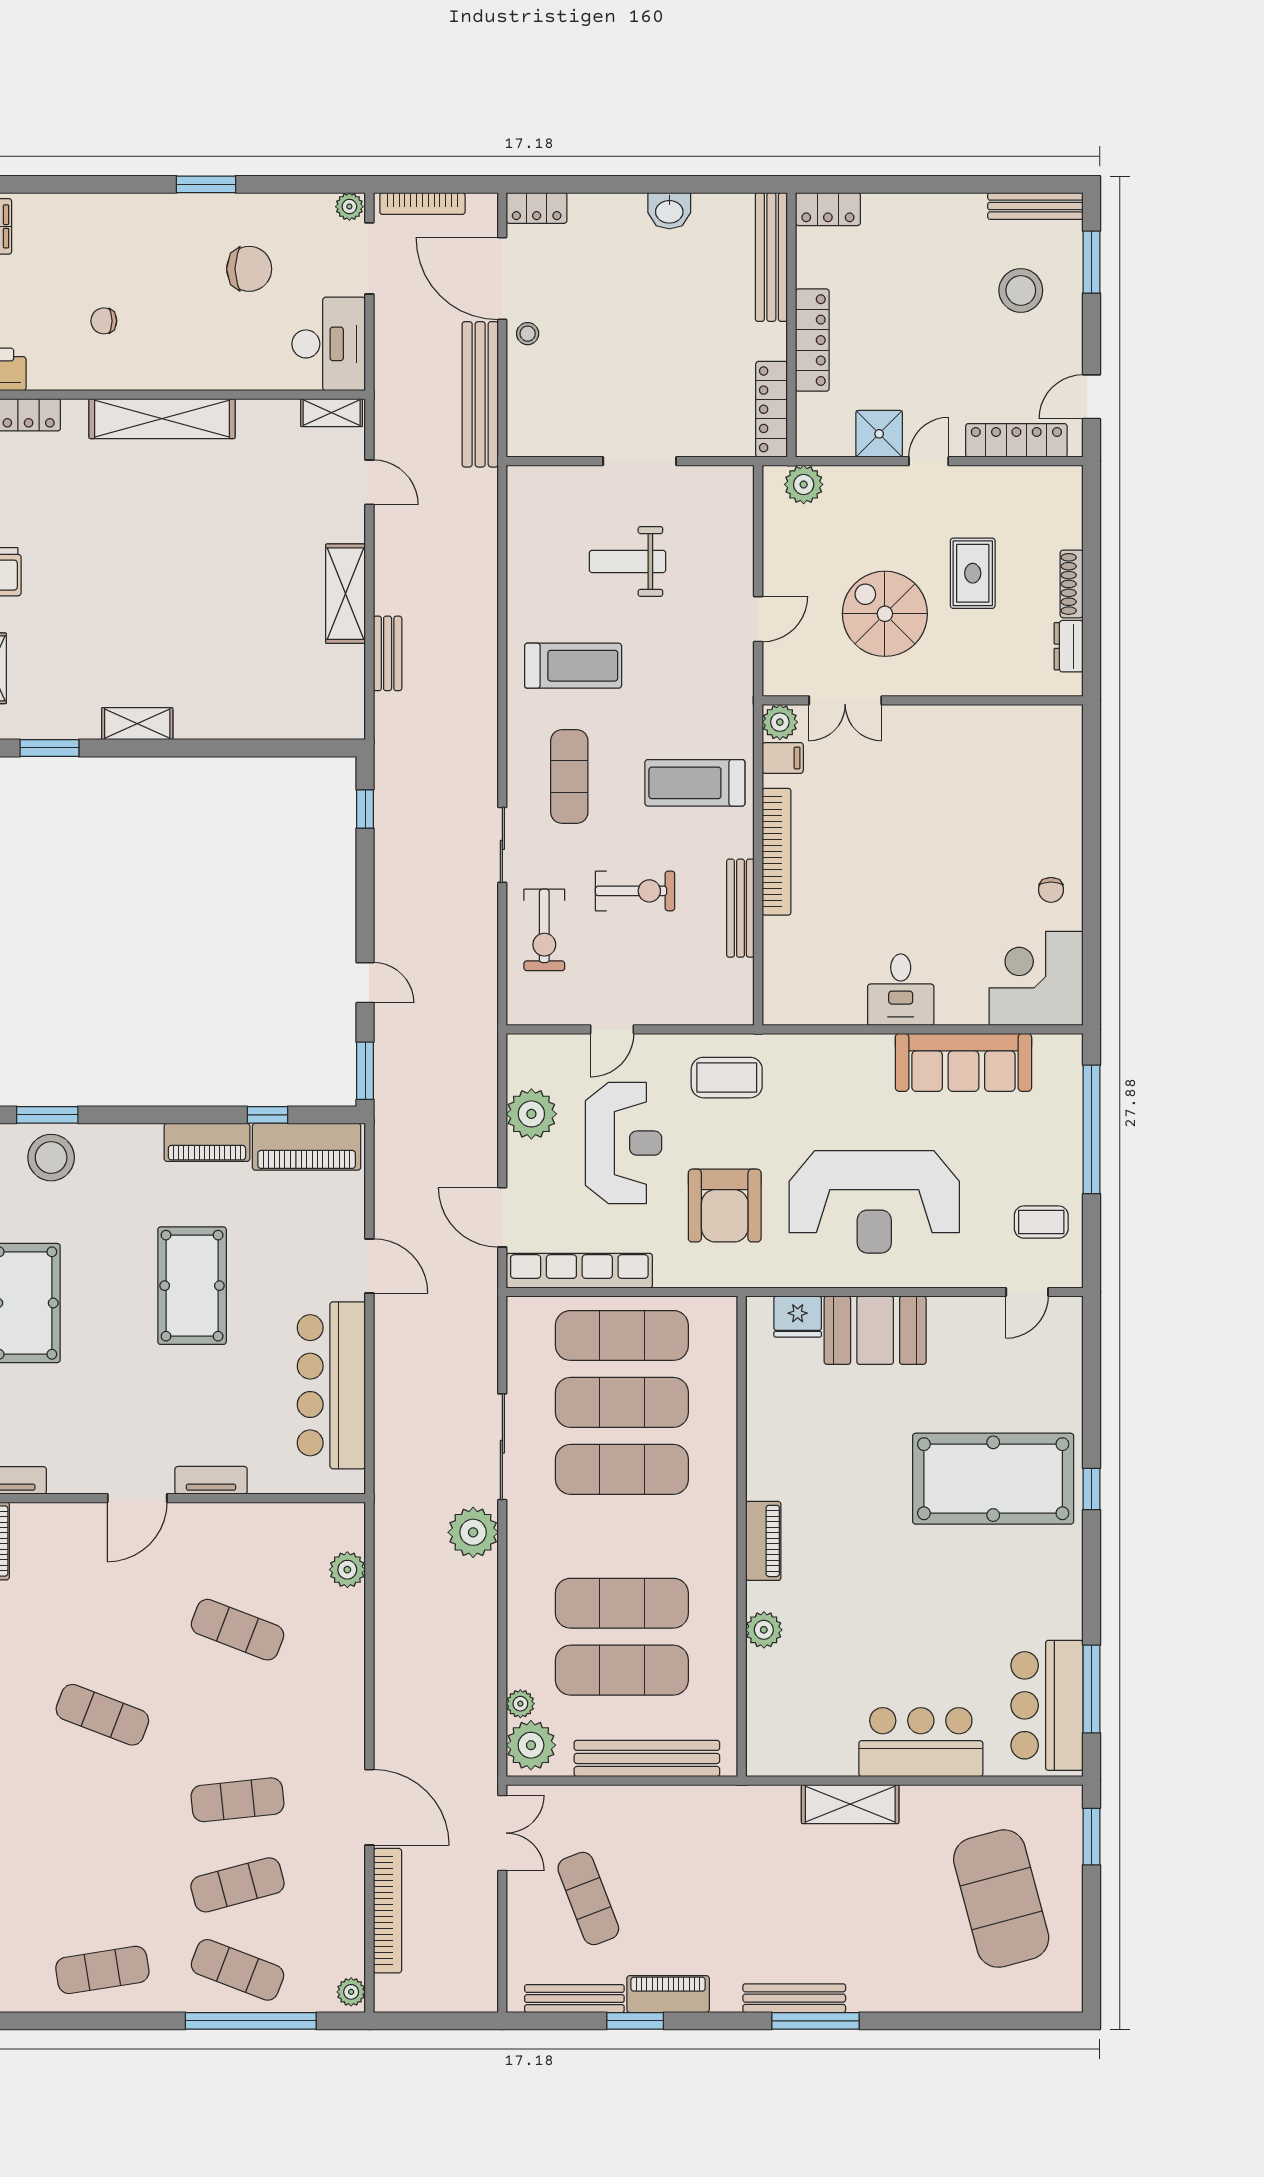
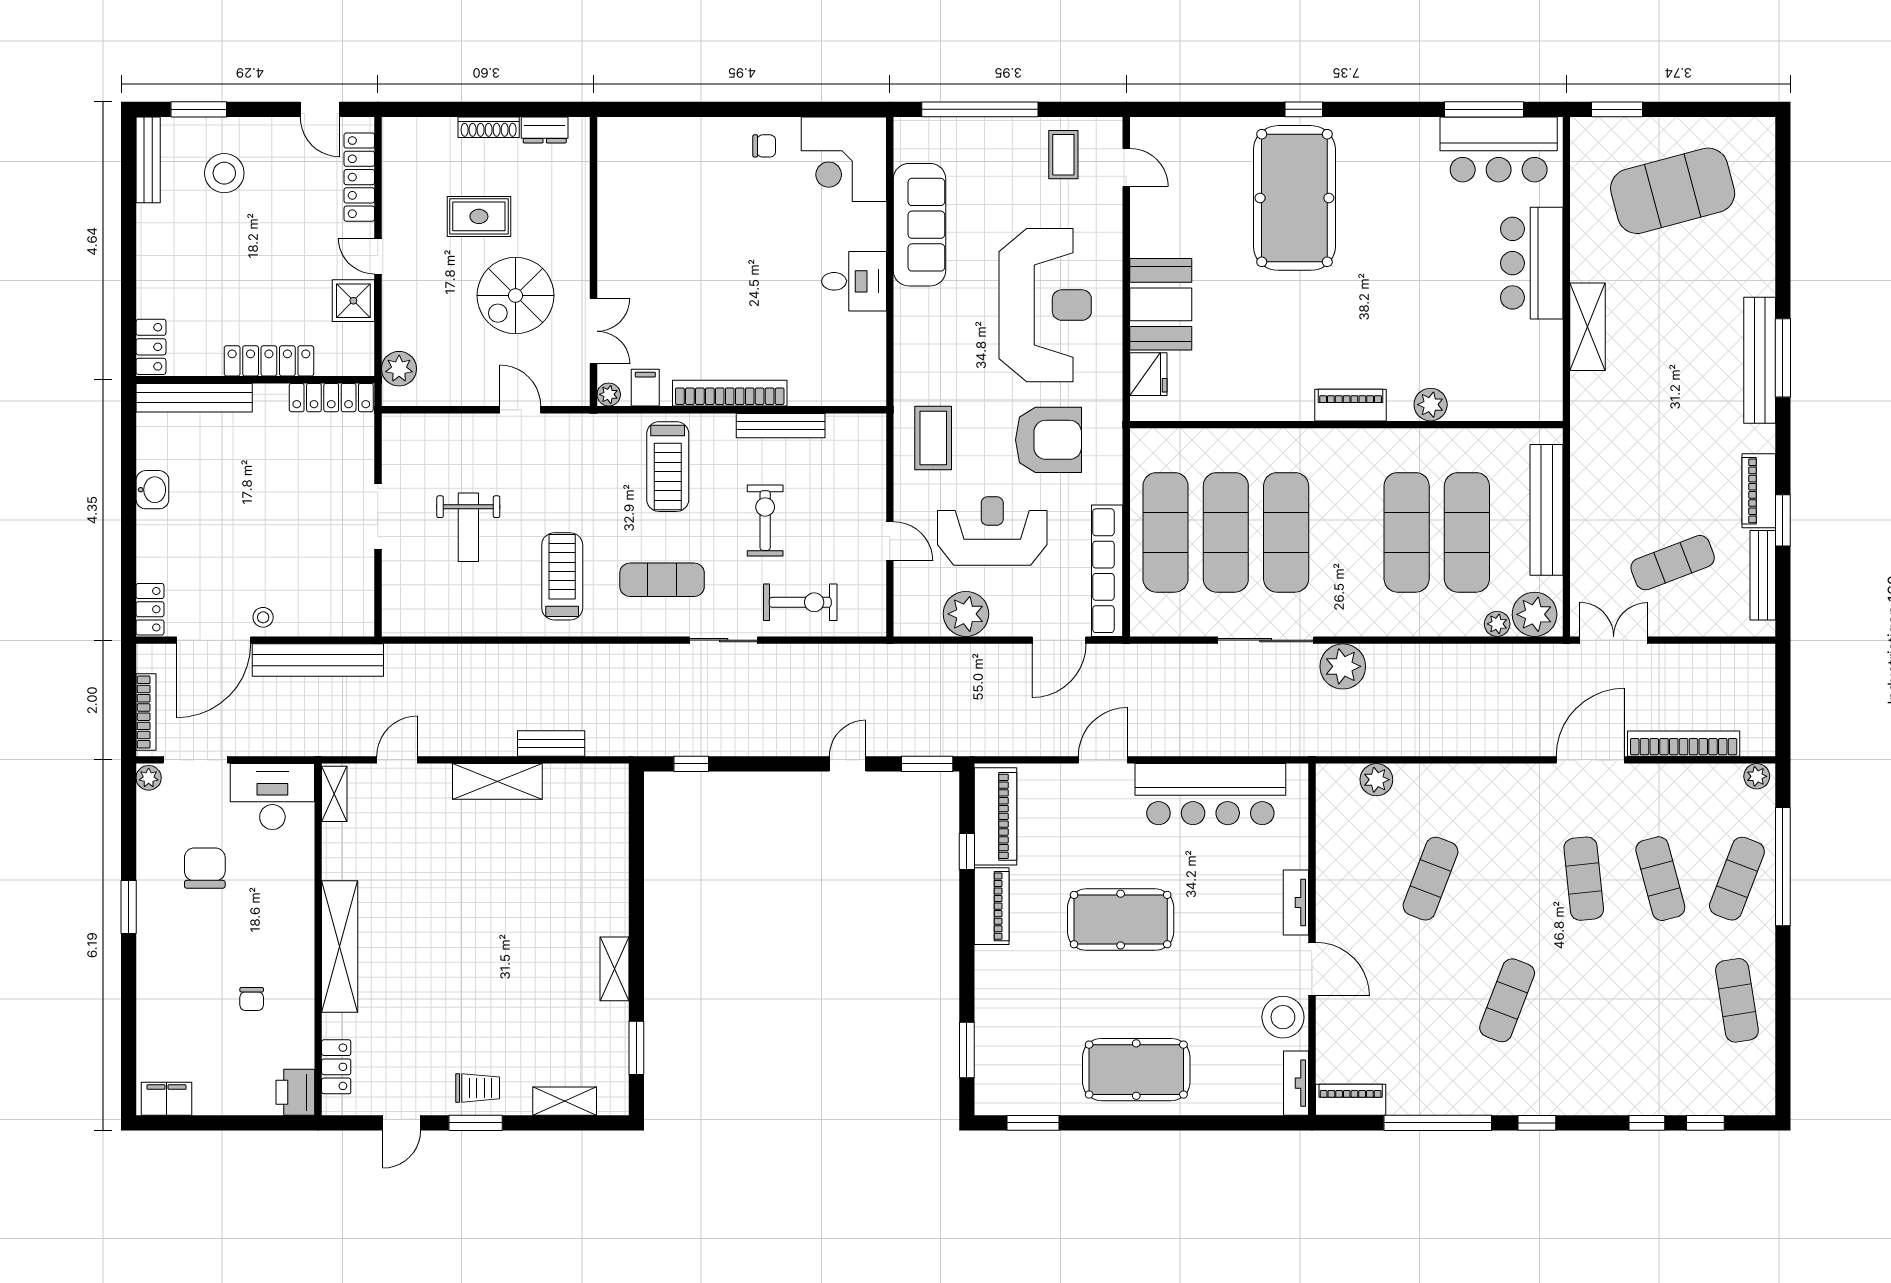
plant: (780, 722) -> (609, 394), width x0.73, depth x0.73
stool: (51, 1158) -> (1283, 1017), moved
bench: (794, 1998) -> (1760, 360), width x1.37, depth x1.21

